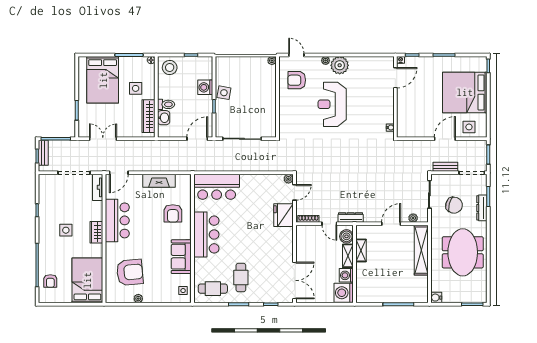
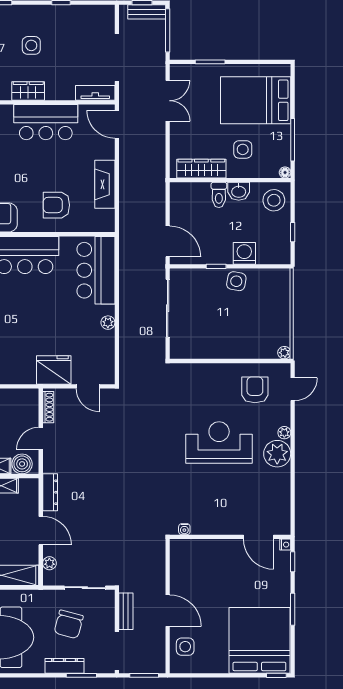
bed: (465, 92) -> (259, 640), moved
washbasin: (164, 118) -> (239, 191), moved
plant: (288, 179) -> (108, 323), moved
dresser: (351, 218) -> (50, 492), moved

